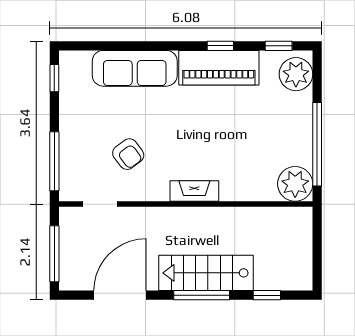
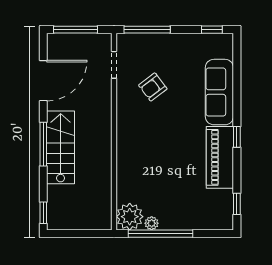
window: (220, 46) -> (237, 137), moved
plant: (296, 74) -> (152, 223), moved, width x0.53, depth x0.53
fireplace: (194, 191) -> (124, 138), removed
door: (120, 295) -> (43, 81), hinge flipped
window: (267, 295) -> (43, 213), moved

